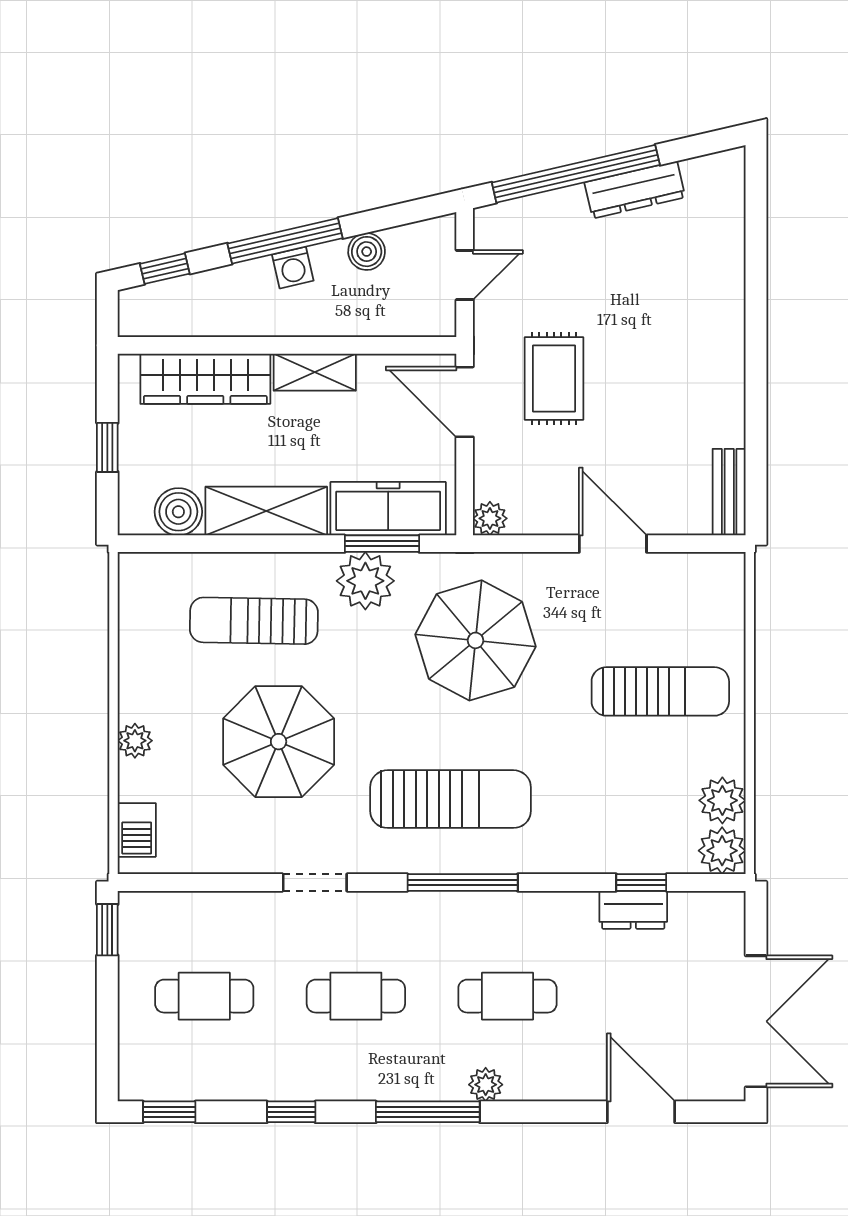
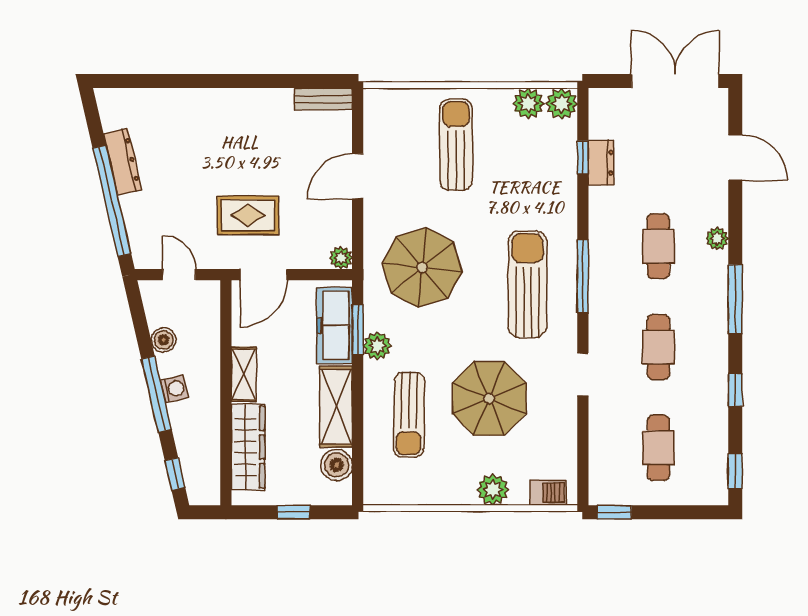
plant: (365, 581) -> (377, 346), width x0.73, depth x0.73
plant: (135, 741) -> (493, 490), width x1.38, depth x1.38
plant: (486, 1085) -> (717, 238), moved
door: (641, 1112) -> (735, 158), swing flipped

